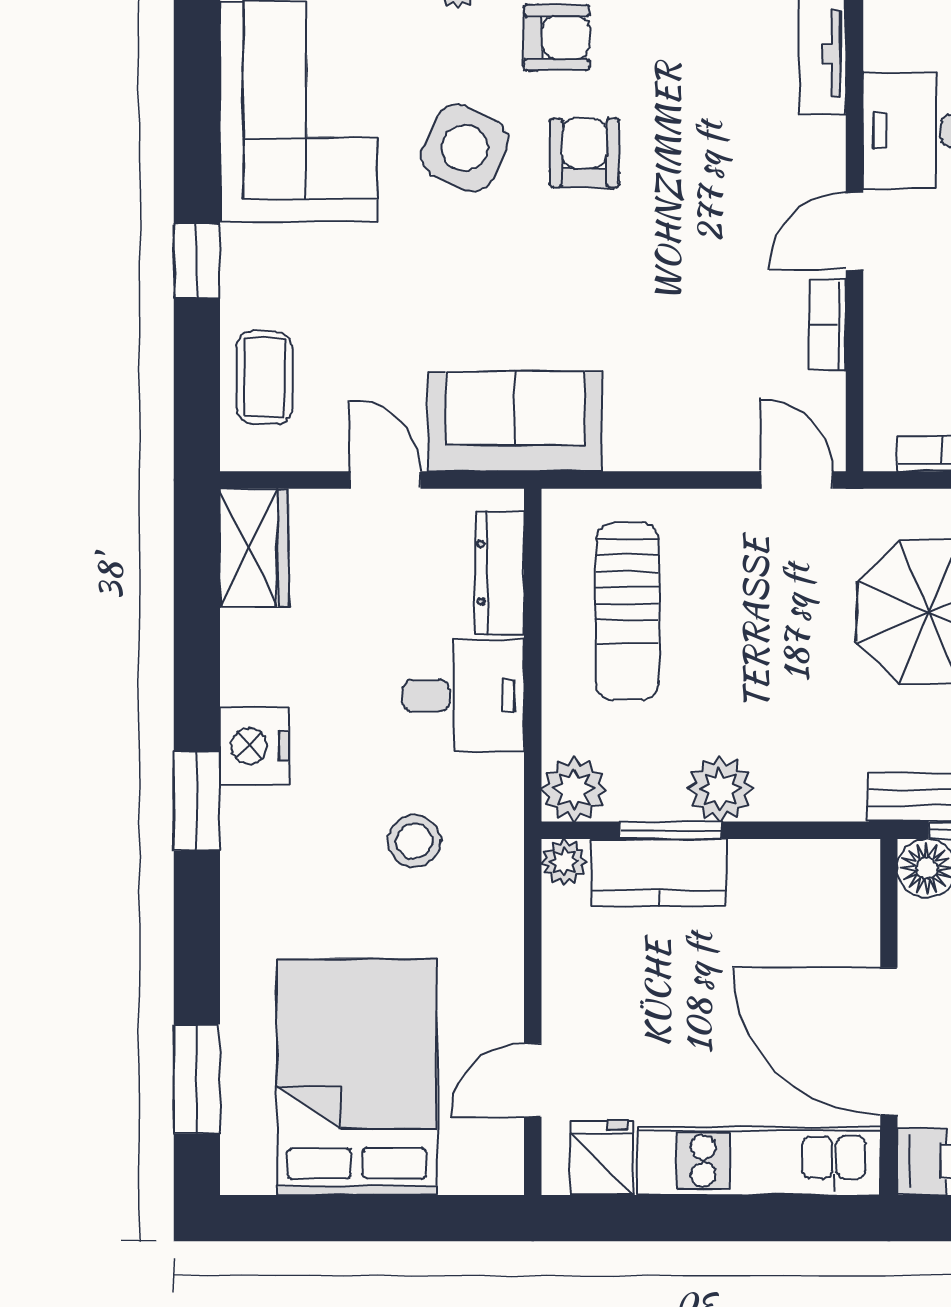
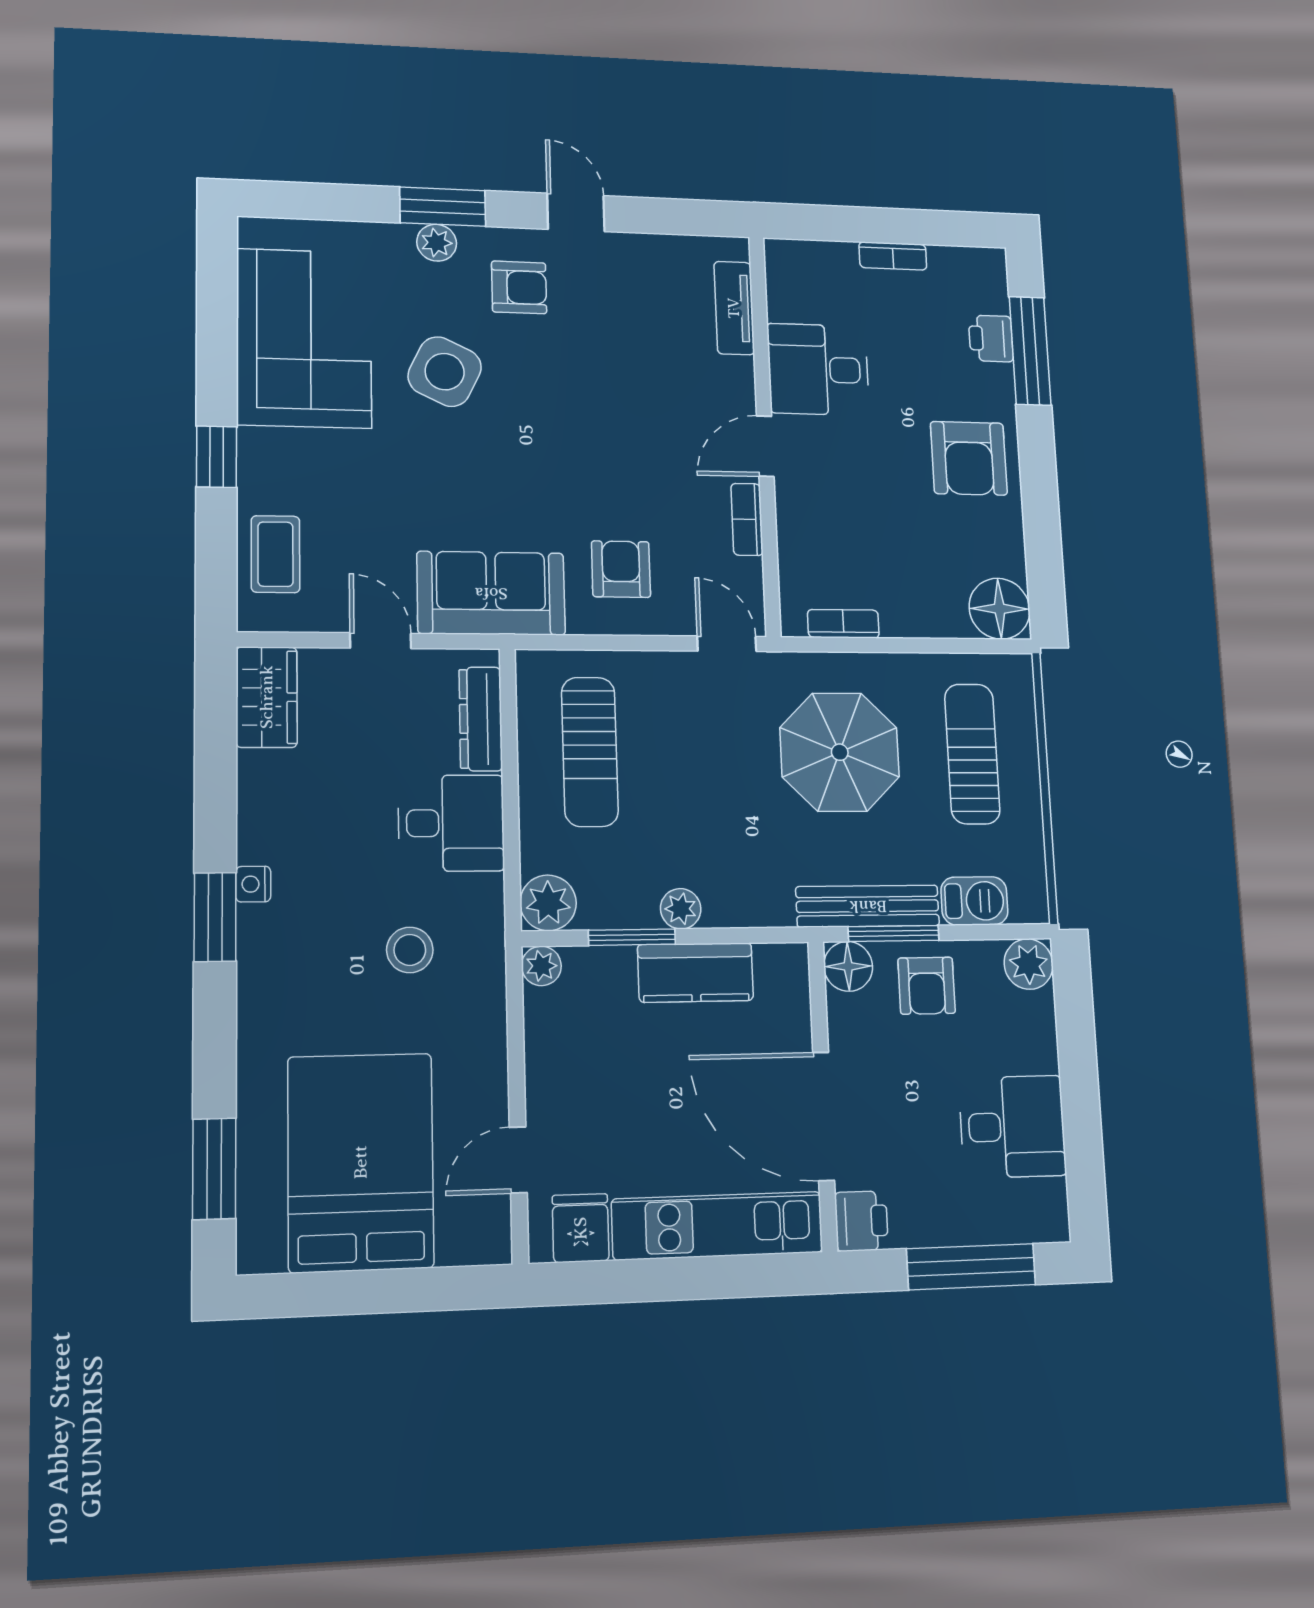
armchair: (584, 153) -> (621, 569), moved
nightstand: (254, 746) -> (253, 884), width x0.53, depth x0.56
plant: (720, 789) -> (681, 909), width x0.73, depth x0.73
kitchen counter: (659, 873) -> (696, 973), moved

